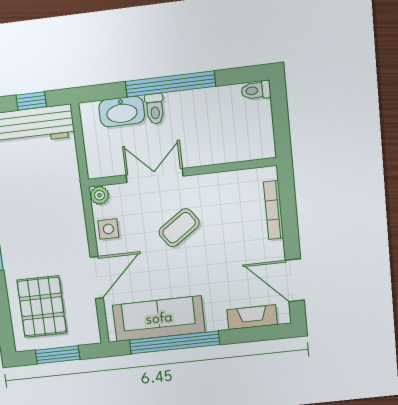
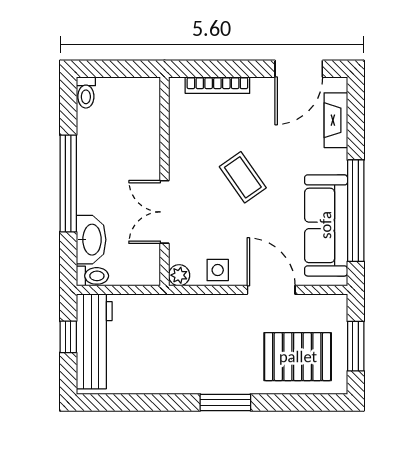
toilet: (155, 109) -> (92, 276), moved
coffee table: (179, 228) -> (243, 177), moved

